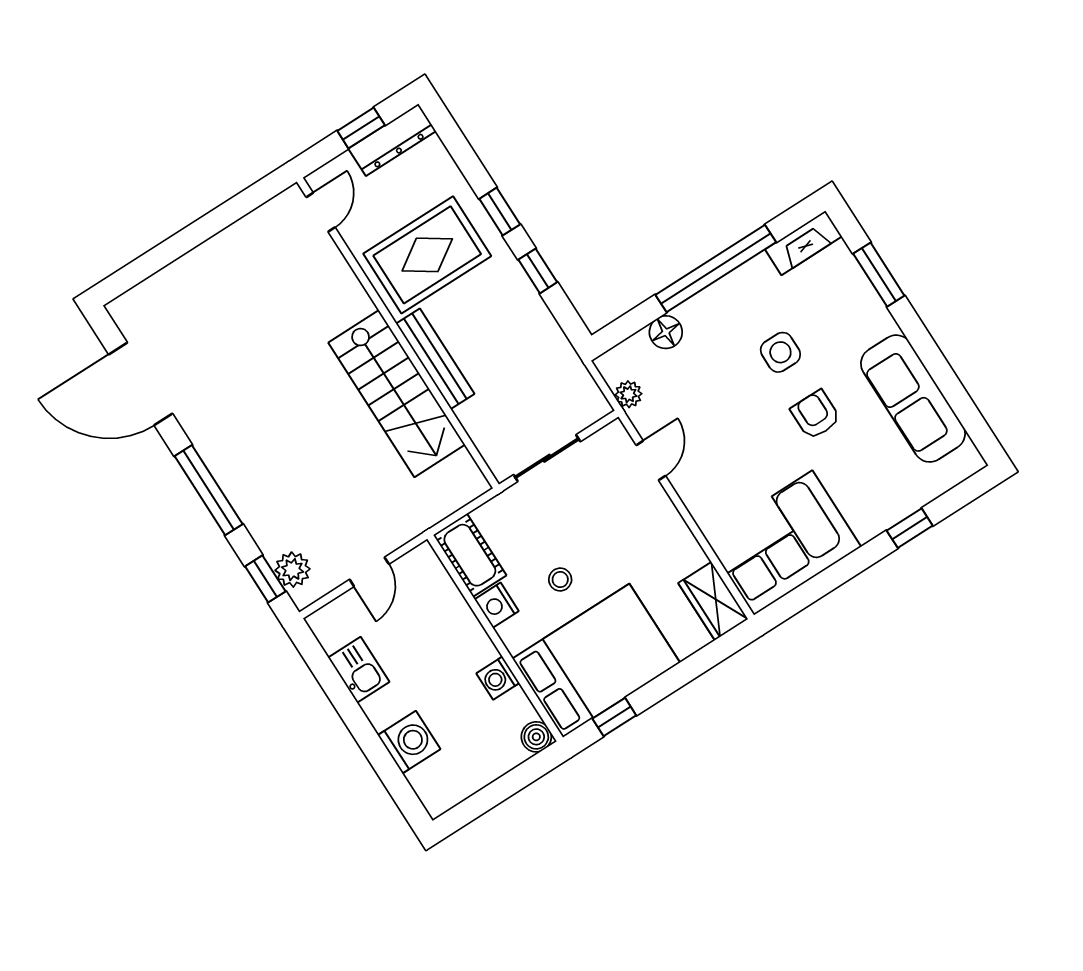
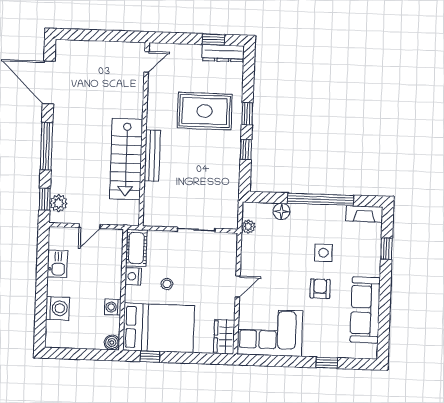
door: (321, 212) -> (147, 62), moved
window: (879, 275) -> (386, 249), width x0.67
wall: (398, 333) -> (144, 134), moved
bench: (435, 359) -> (152, 156), moved
stairs: (397, 394) -> (126, 159), moved
door: (651, 461) -> (238, 287), moved

